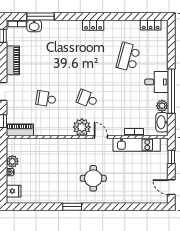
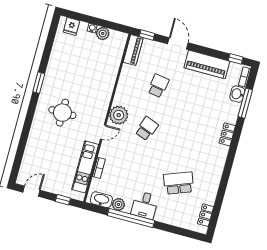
locker: (93, 25) -> (227, 134), moved
school desk: (128, 57) -> (179, 183), turned -36
piano: (13, 60) -> (207, 64), width x1.37, depth x1.33

